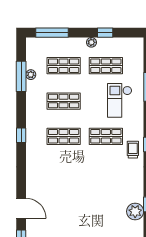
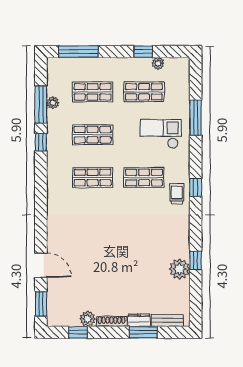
plant: (91, 42) -> (158, 63), moved
checkout: (120, 100) -> (161, 134), turned 90
window: (21, 135) -> (41, 142), moved

